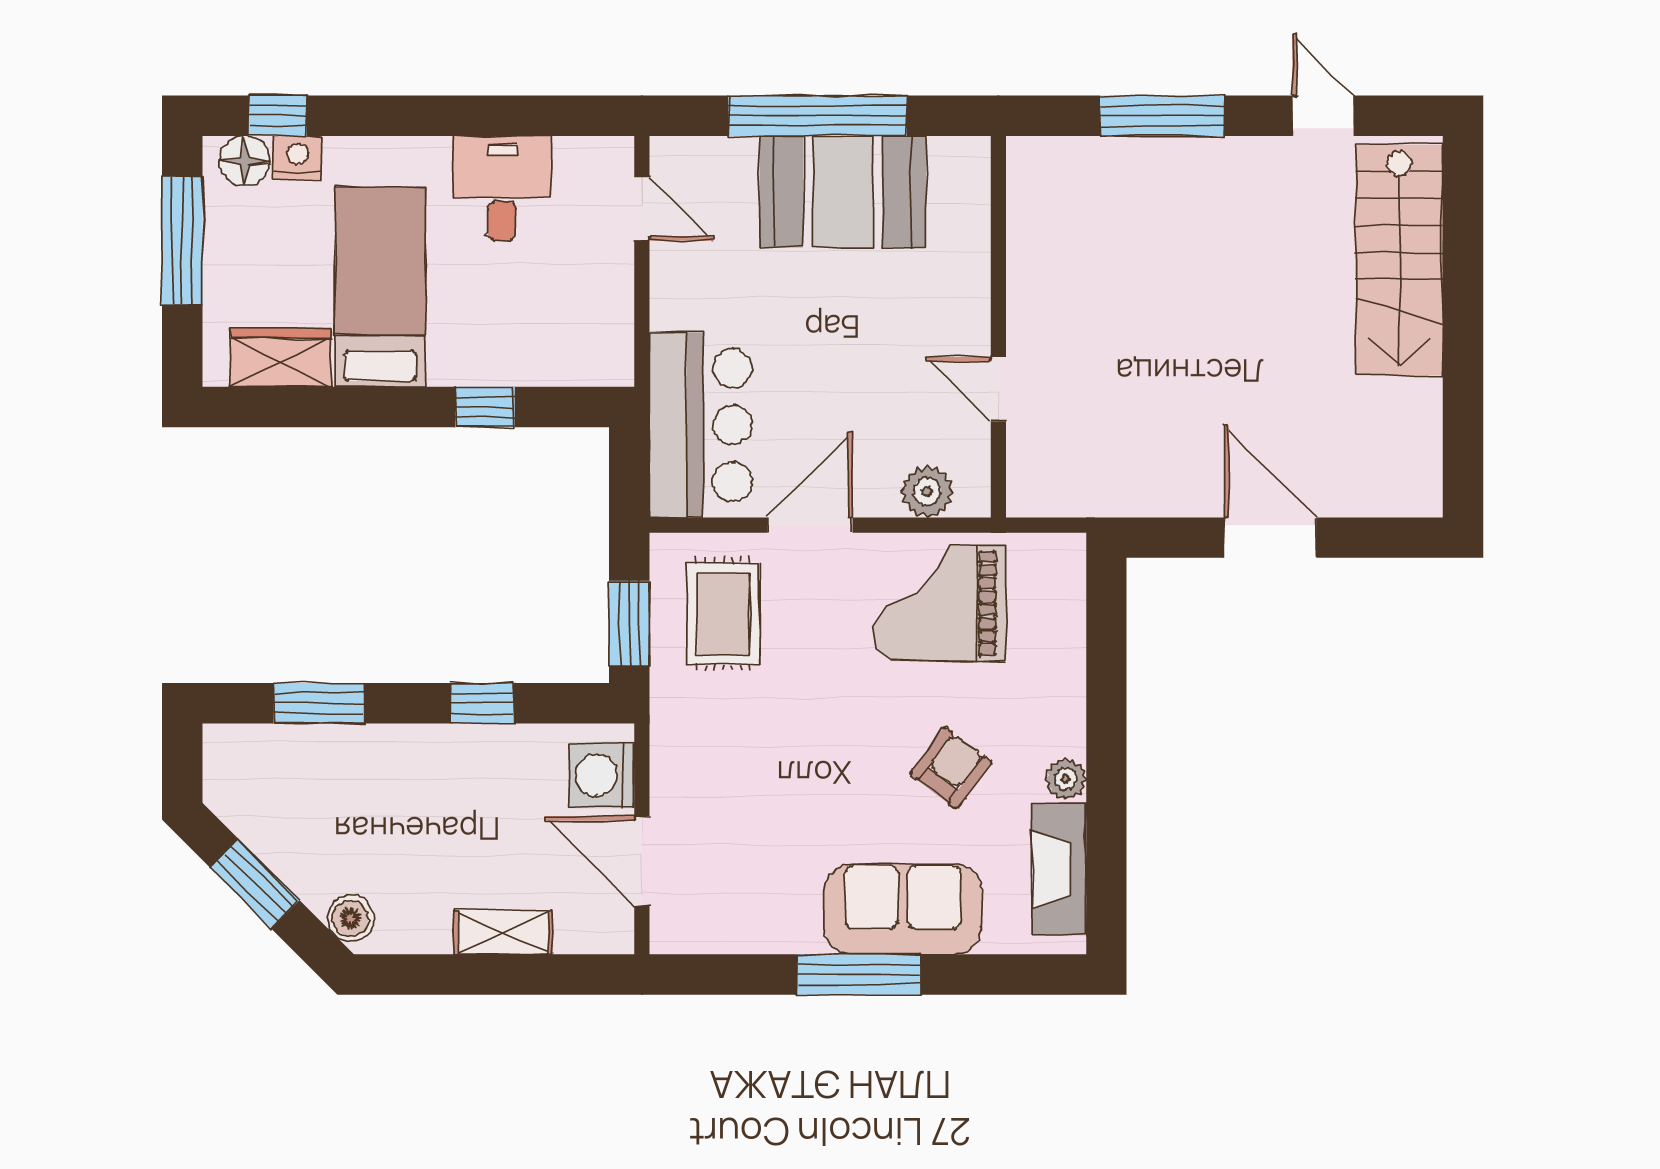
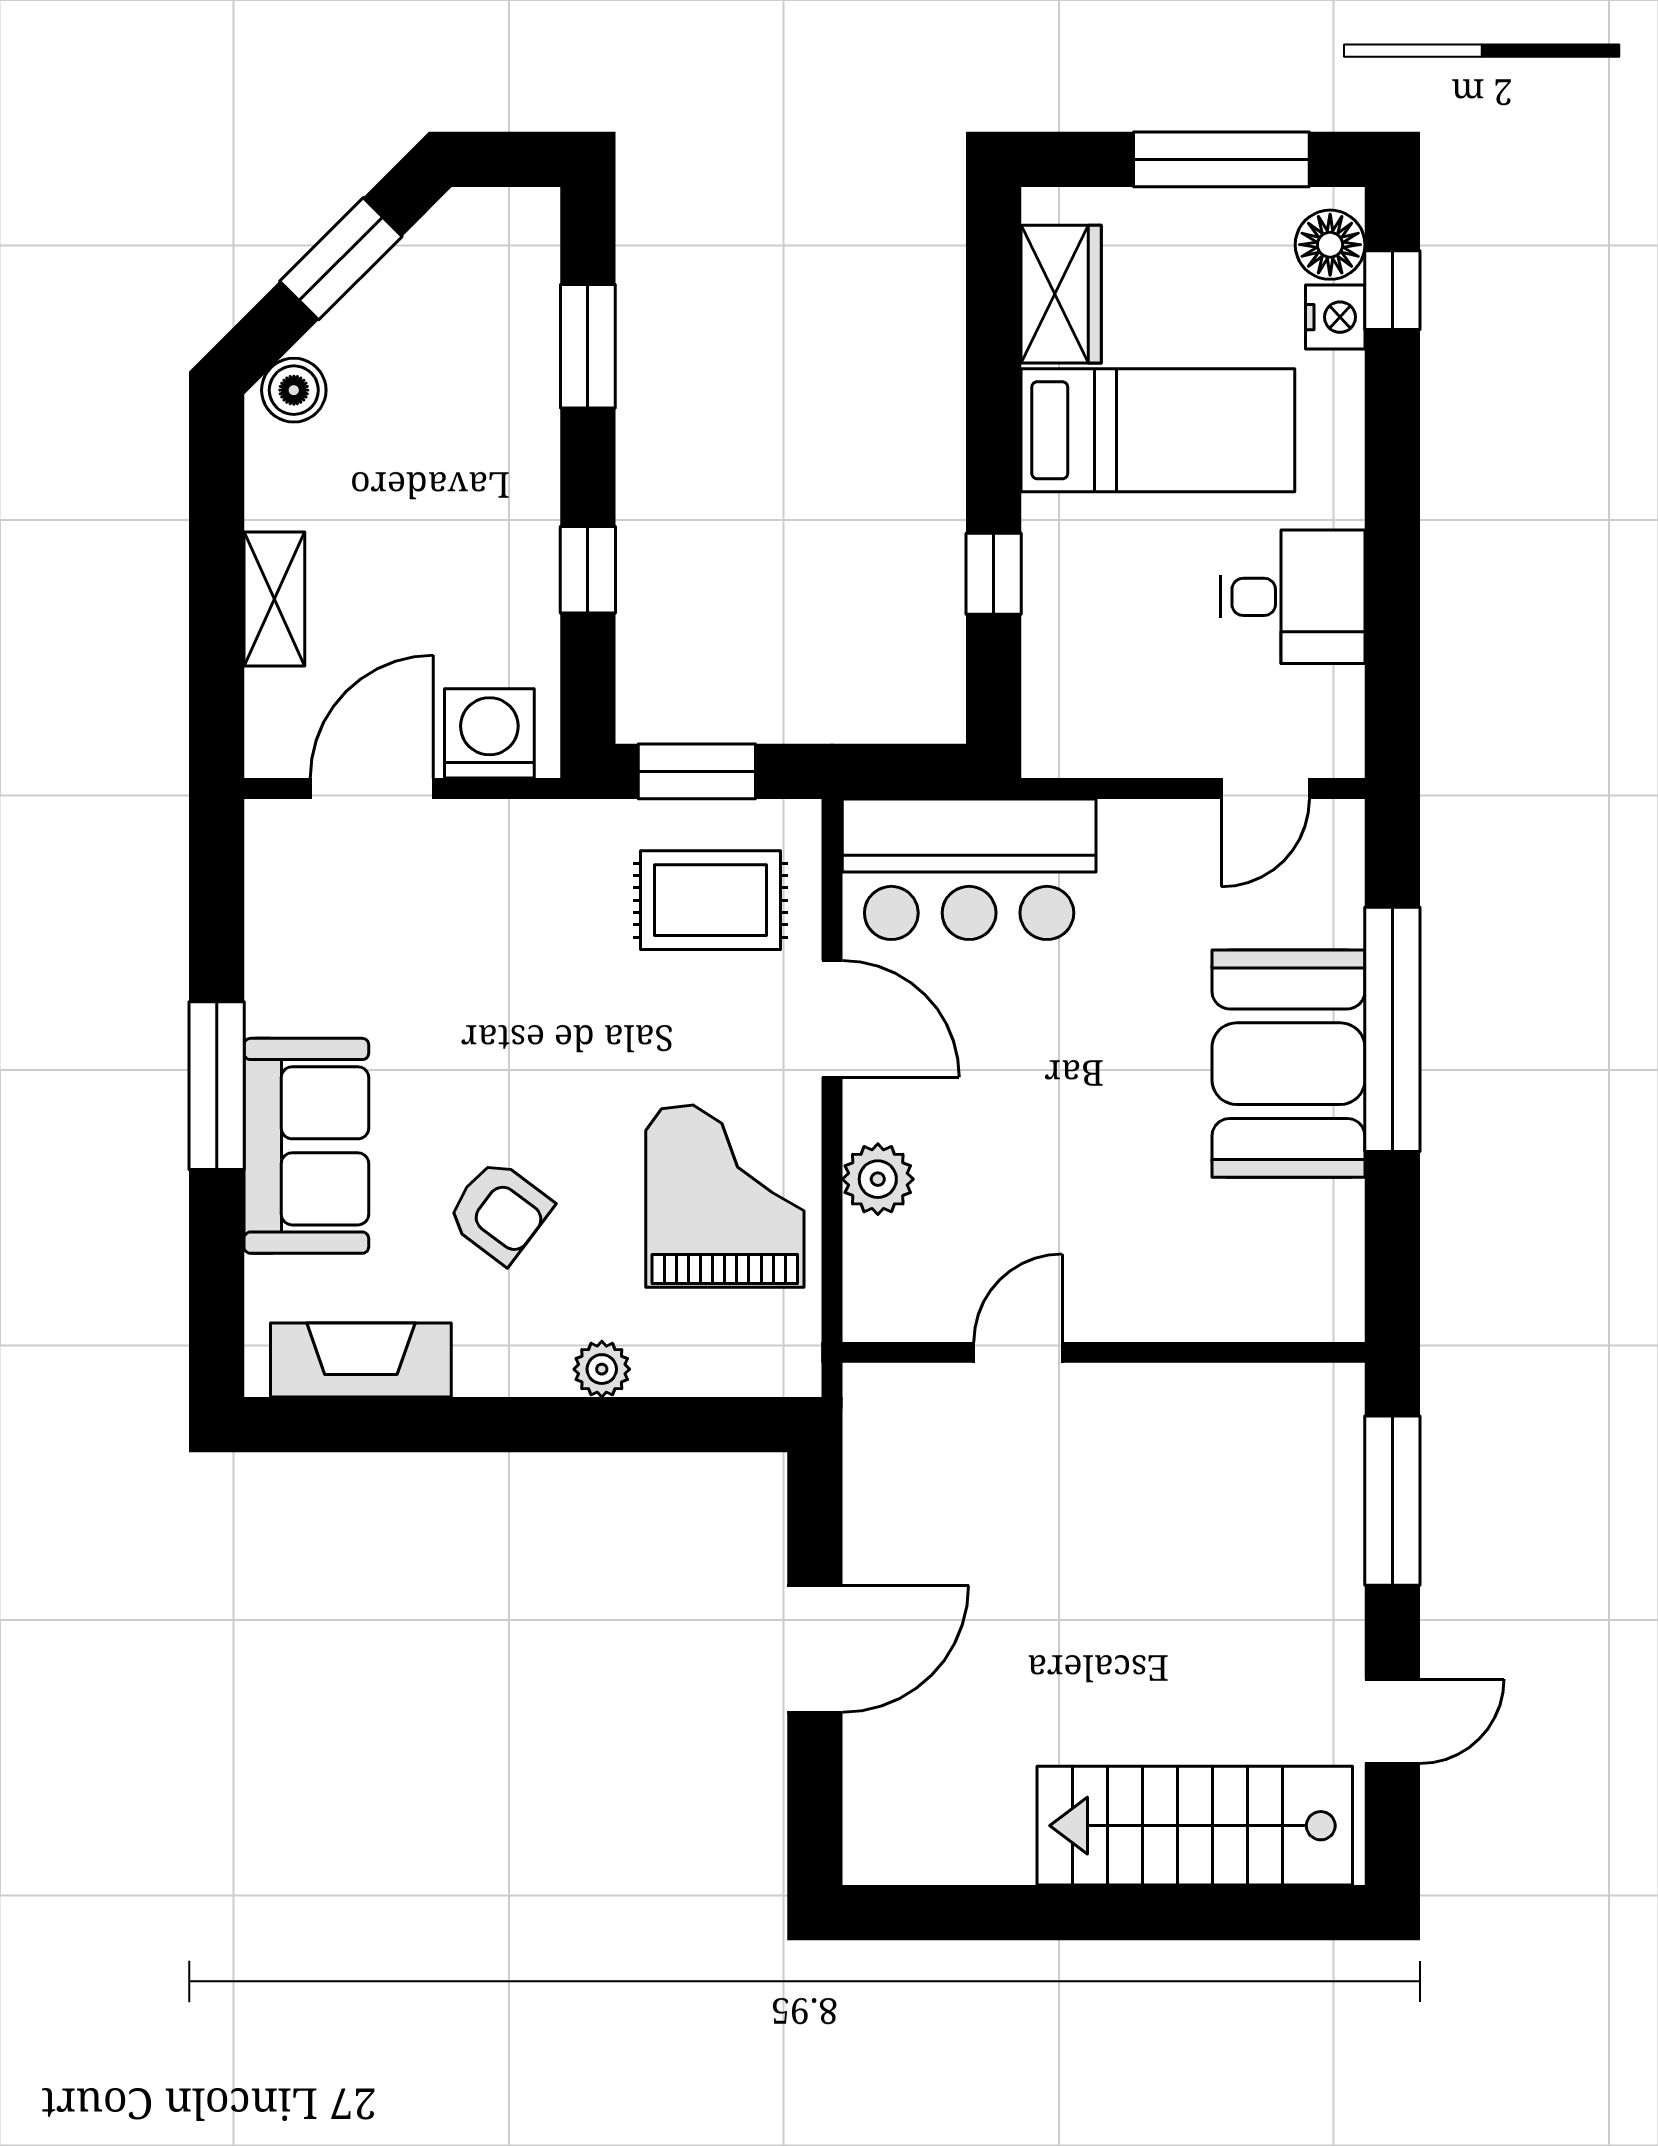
wall: (998, 327) -> (1104, 1352), moved
door: (998, 389) -> (1018, 1352), moved
plant: (1066, 779) -> (602, 1369), moved

